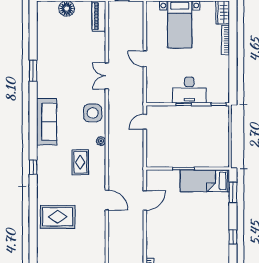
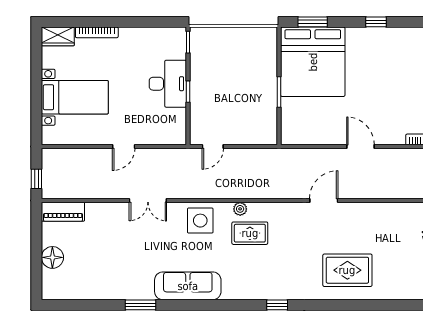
sofa: (47, 122) -> (188, 286), moved
door: (145, 122) -> (213, 147), hinge flipped
rug: (80, 162) -> (250, 233), moved
bed: (205, 181) -> (313, 62), width x2.04
door: (145, 200) -> (360, 147), moved
rug: (58, 217) -> (347, 270), turned 90

